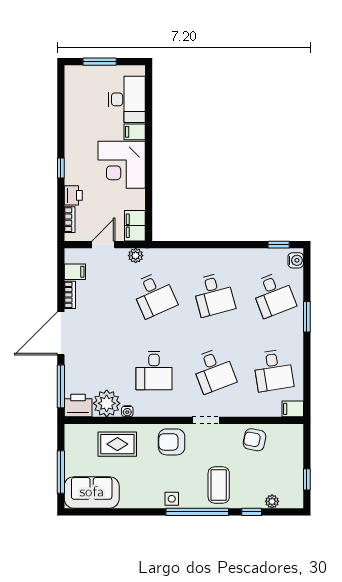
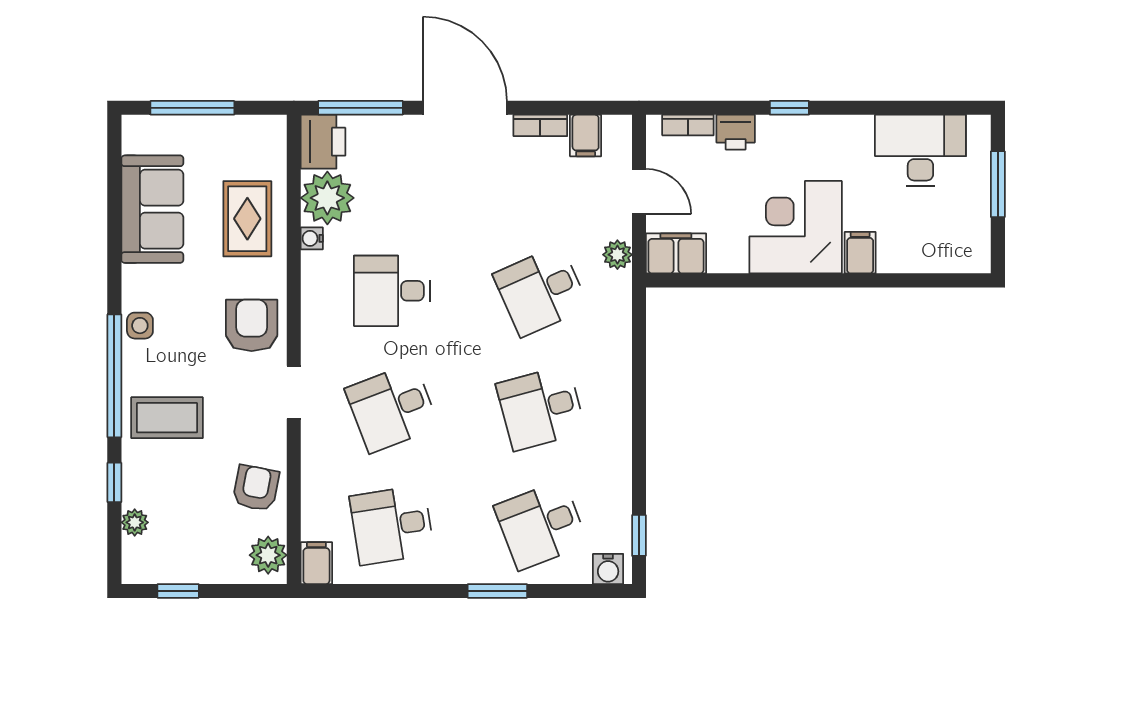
desk: (127, 99) -> (920, 150), moved, turned 180
plant: (289, 433) -> (268, 555), added
sofa: (92, 492) -> (152, 209), moved

